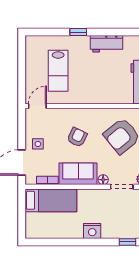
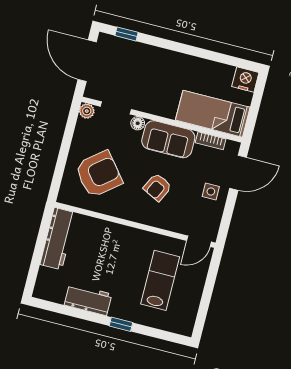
nightstand: (92, 231) -> (245, 80), moved

